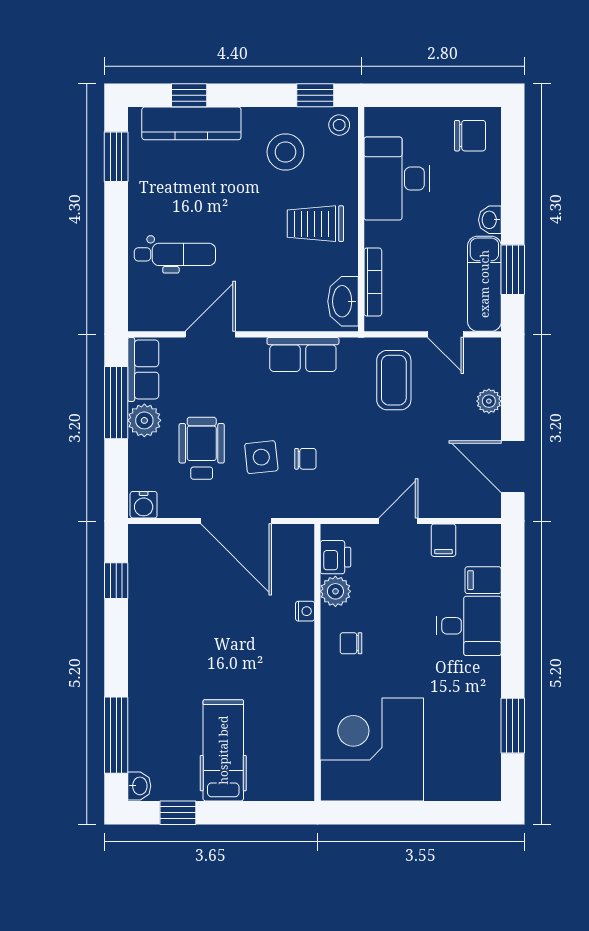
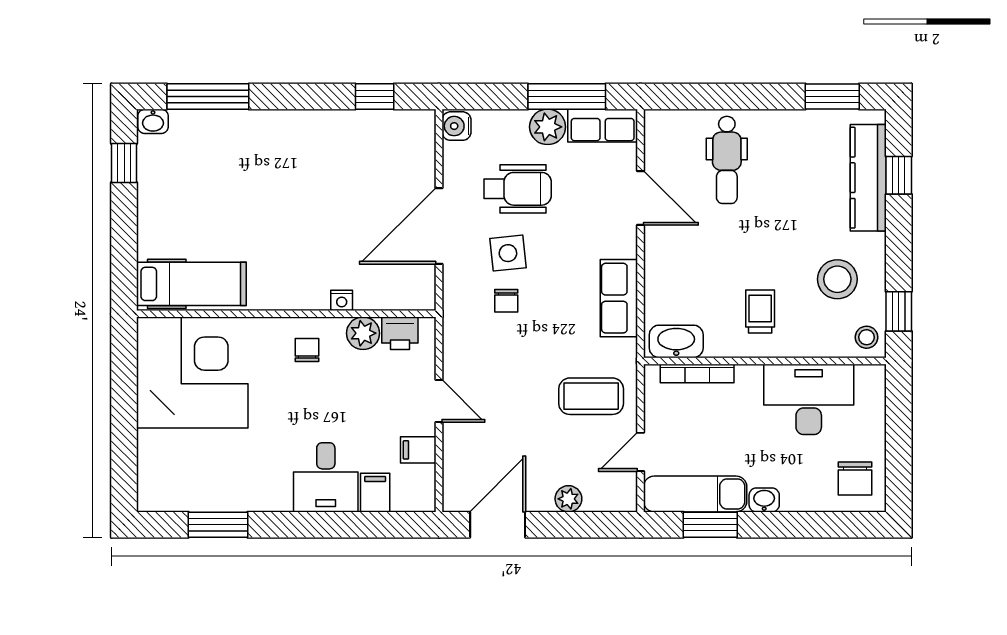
trolley: (315, 224) -> (760, 311), width x0.73, depth x0.72
hospital bed: (223, 750) -> (191, 284), moved

